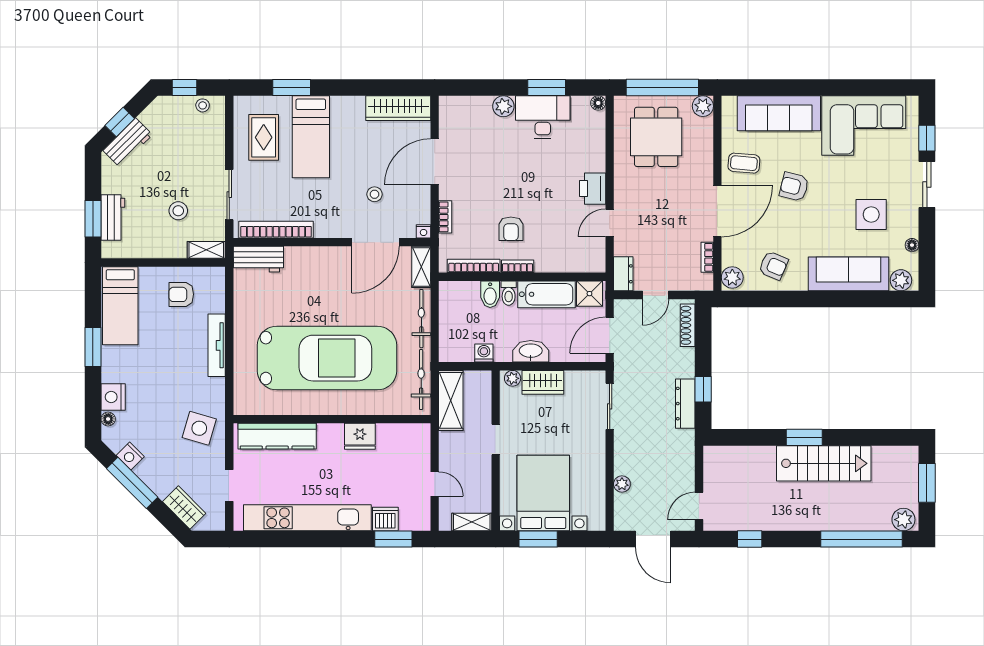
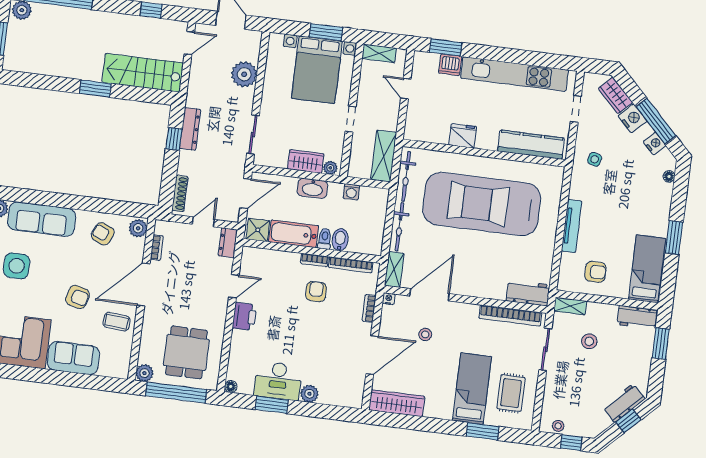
sofa: (779, 113) -> (73, 358), width x0.73
workbench: (113, 217) -> (637, 317), moved, turned -90
nightstand: (113, 397) -> (633, 118), moved, turned -45
side table: (199, 428) -> (595, 159), width x0.54, depth x0.54
stairs: (824, 463) -> (143, 73), moved
plant: (622, 484) -> (244, 74), width x1.88, depth x1.88

